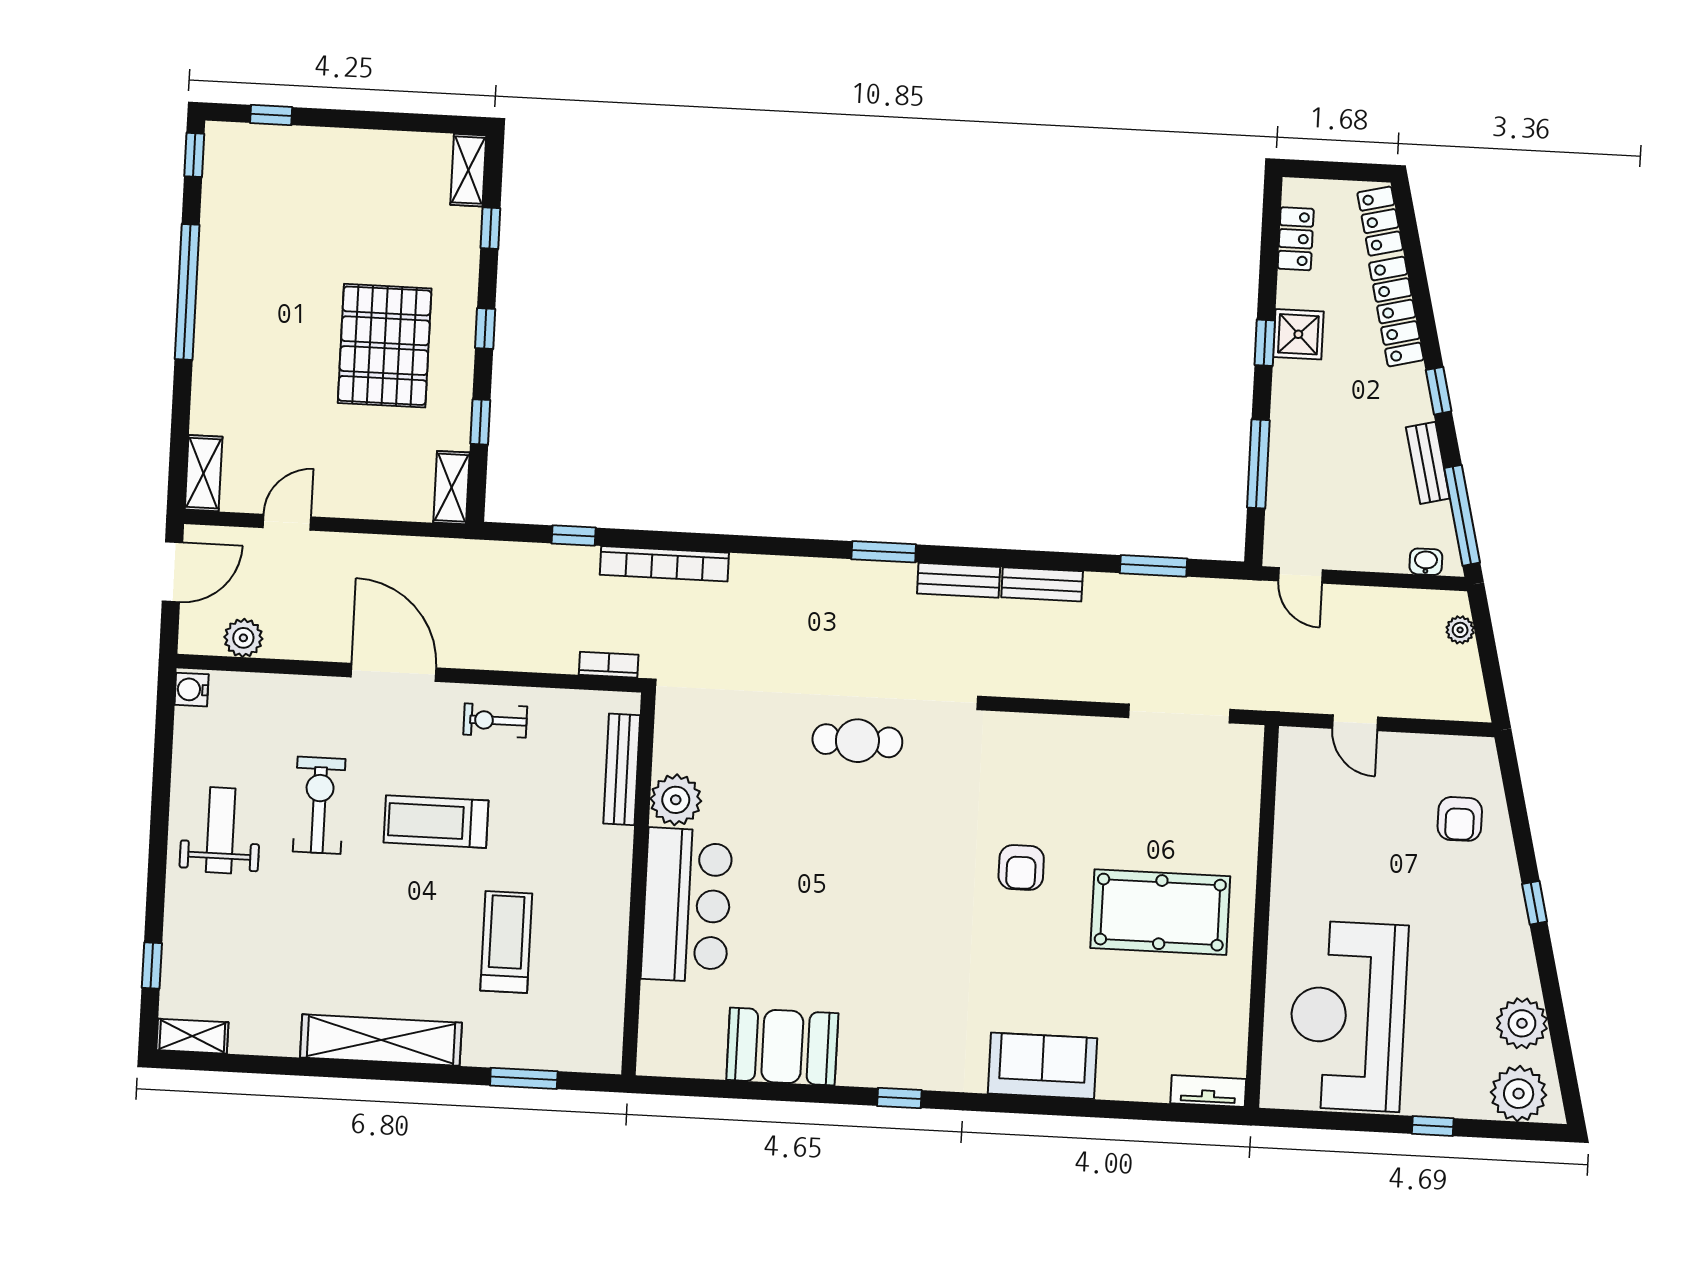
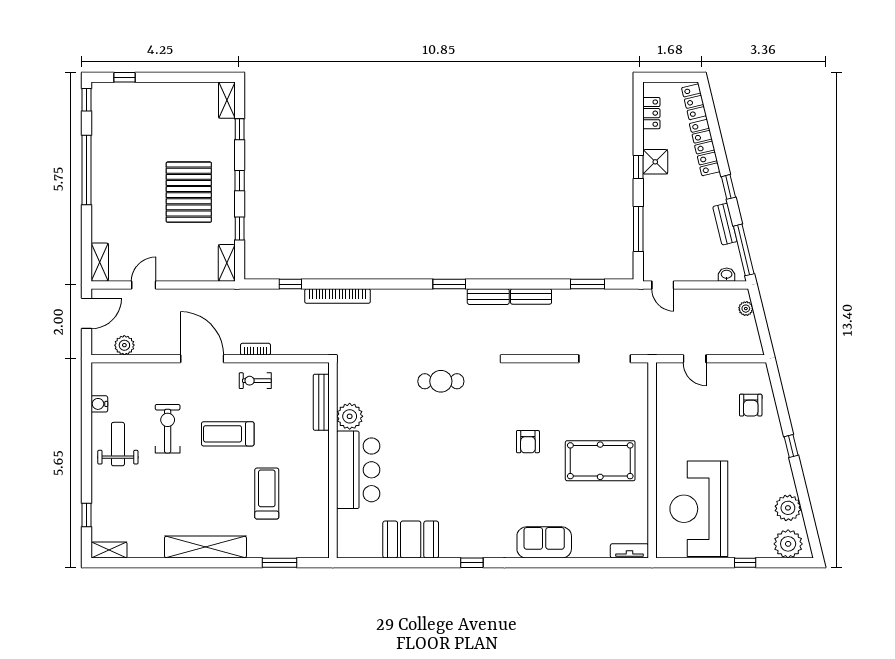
bookcase: (609, 665) -> (255, 349), moved
water cooler: (192, 690) -> (99, 404), moved

